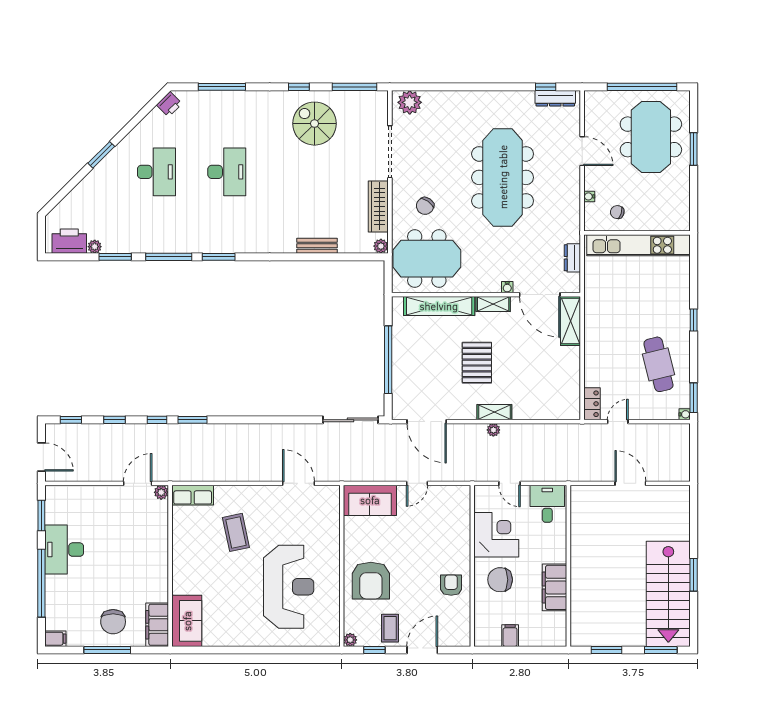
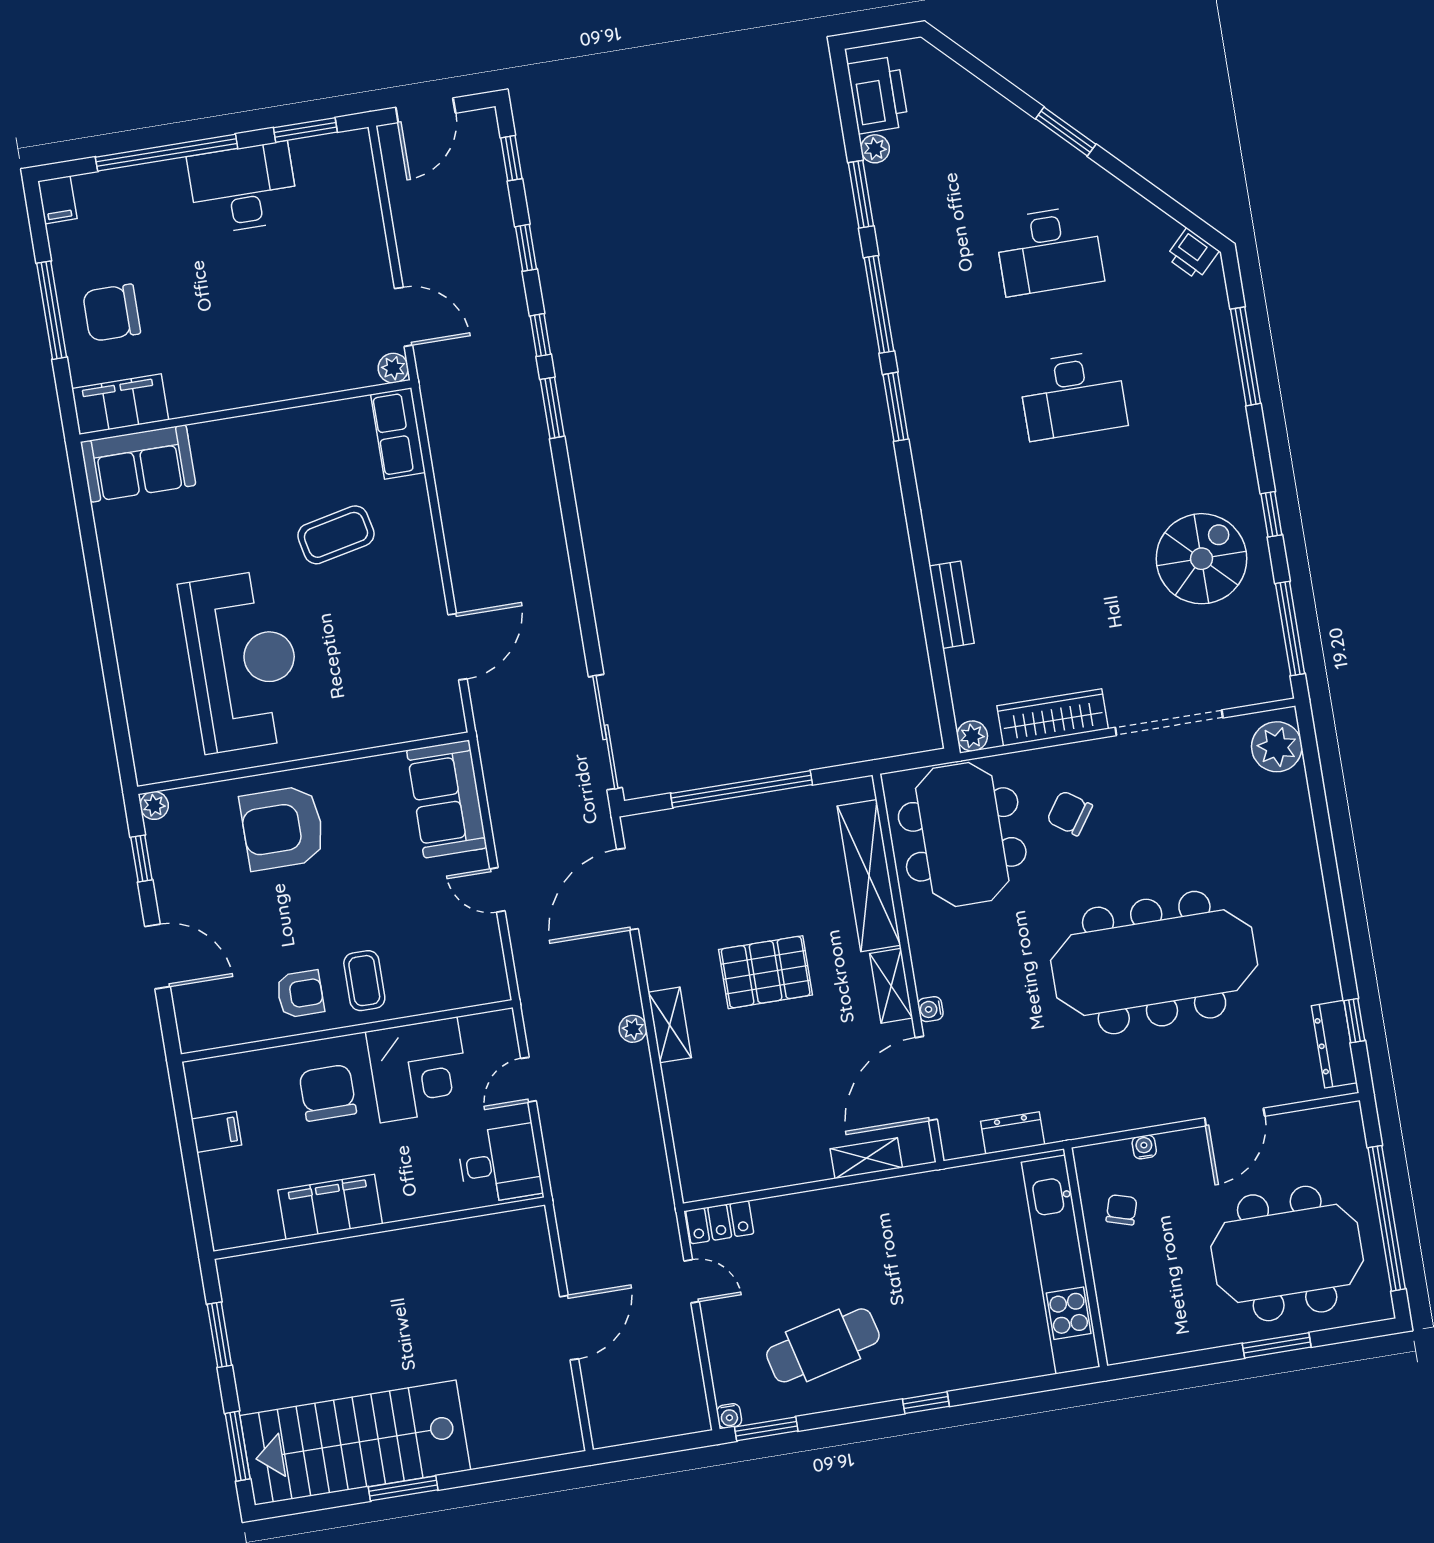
shelving: (571, 321) -> (866, 1158), width x0.67, depth x0.75
reception desk: (289, 587) -> (242, 661), turned -90
coffee table: (390, 628) -> (364, 981), moved, turned 90

